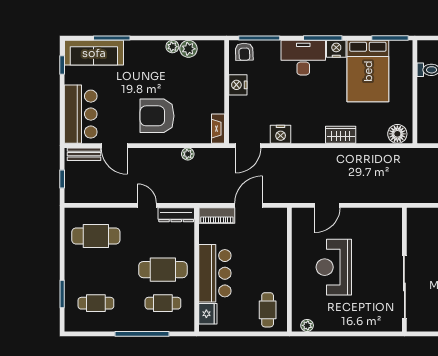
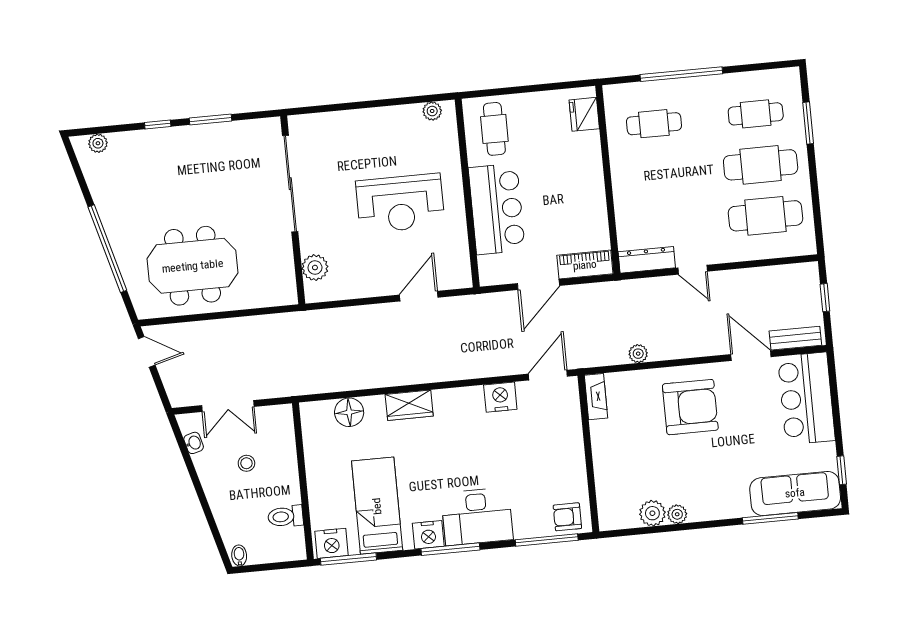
armchair: (244, 52) -> (567, 517), turned -88
bed: (368, 71) -> (377, 506), width x0.67
nightstand: (238, 85) -> (332, 543), moved, turned 90
floor lamp: (397, 134) -> (349, 412), moved
plant: (393, 231) -> (315, 268), added
reception desk: (334, 267) -> (400, 203), turned 90
cafe table: (163, 270) -> (761, 165), moved
bar counter: (215, 273) -> (497, 209), moved, turned 180

